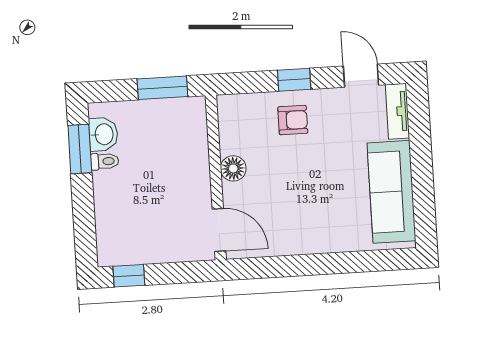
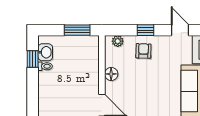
plant: (242, 104) -> (118, 41), added
armchair: (293, 120) -> (143, 51), turned -88
window: (80, 149) -> (33, 59), width x0.67

